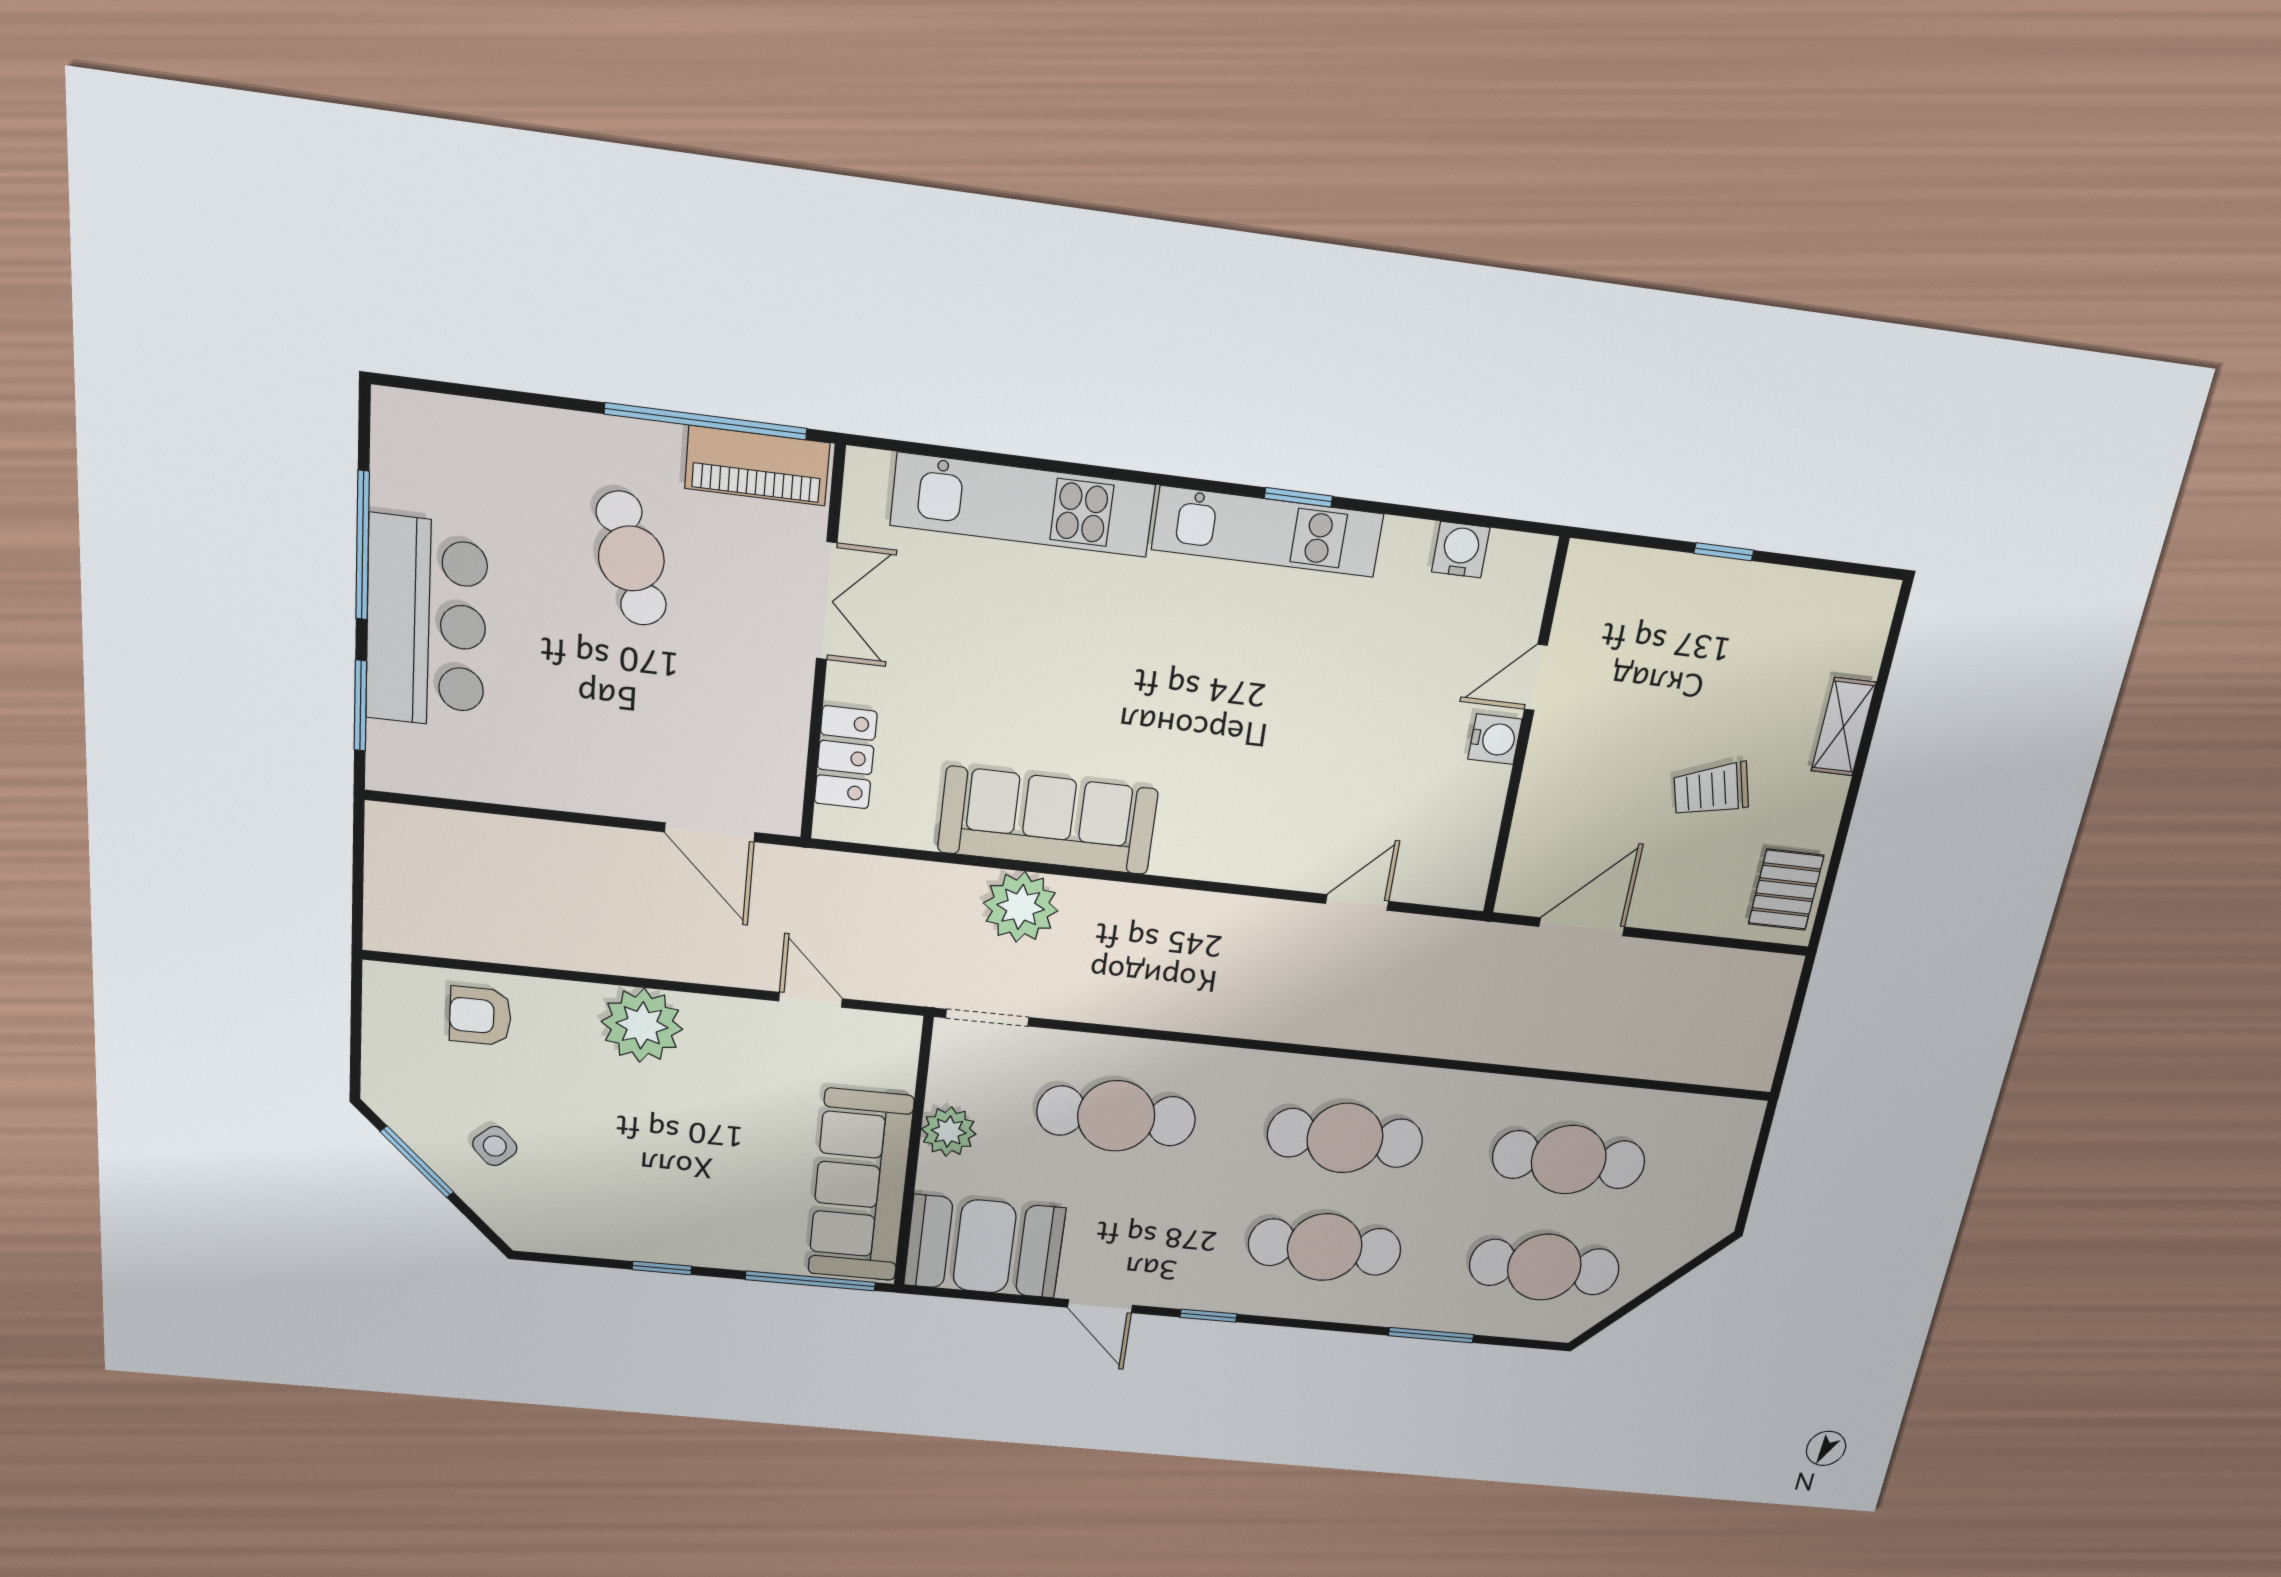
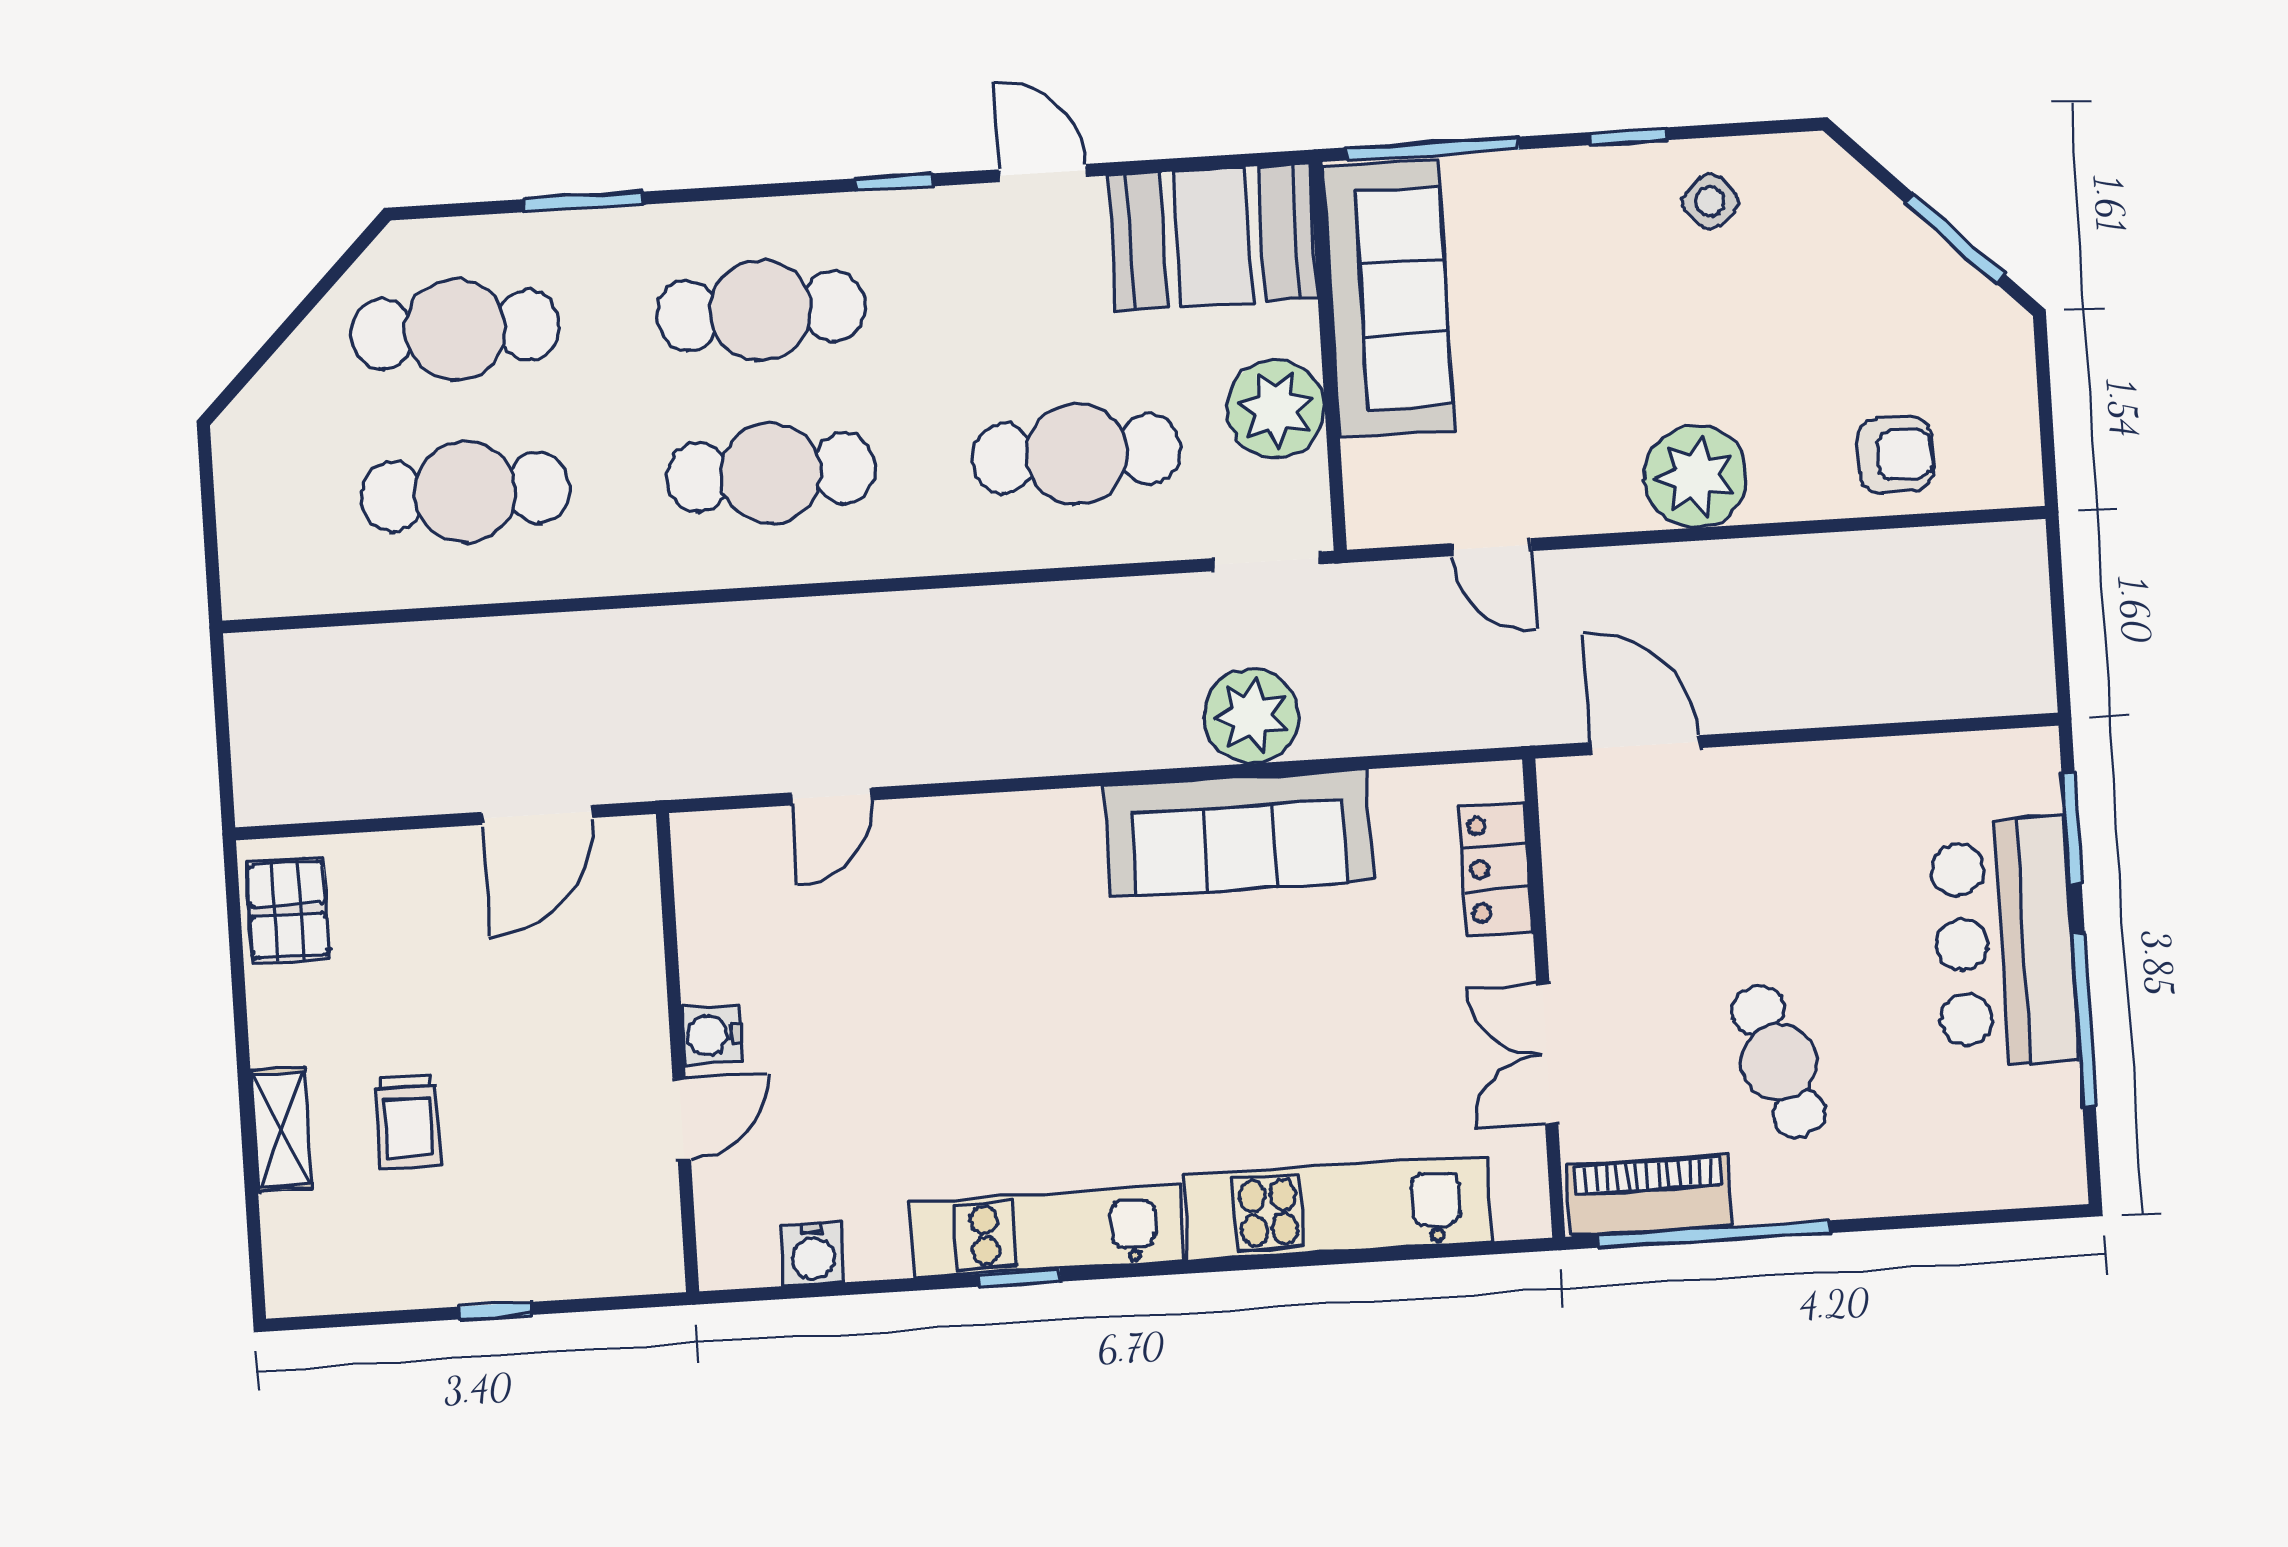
trolley: (1711, 790) -> (408, 1121), moved, turned 106
plant: (949, 1132) -> (1276, 409), width x1.36, depth x1.36
side table: (495, 1146) -> (1710, 201), moved

